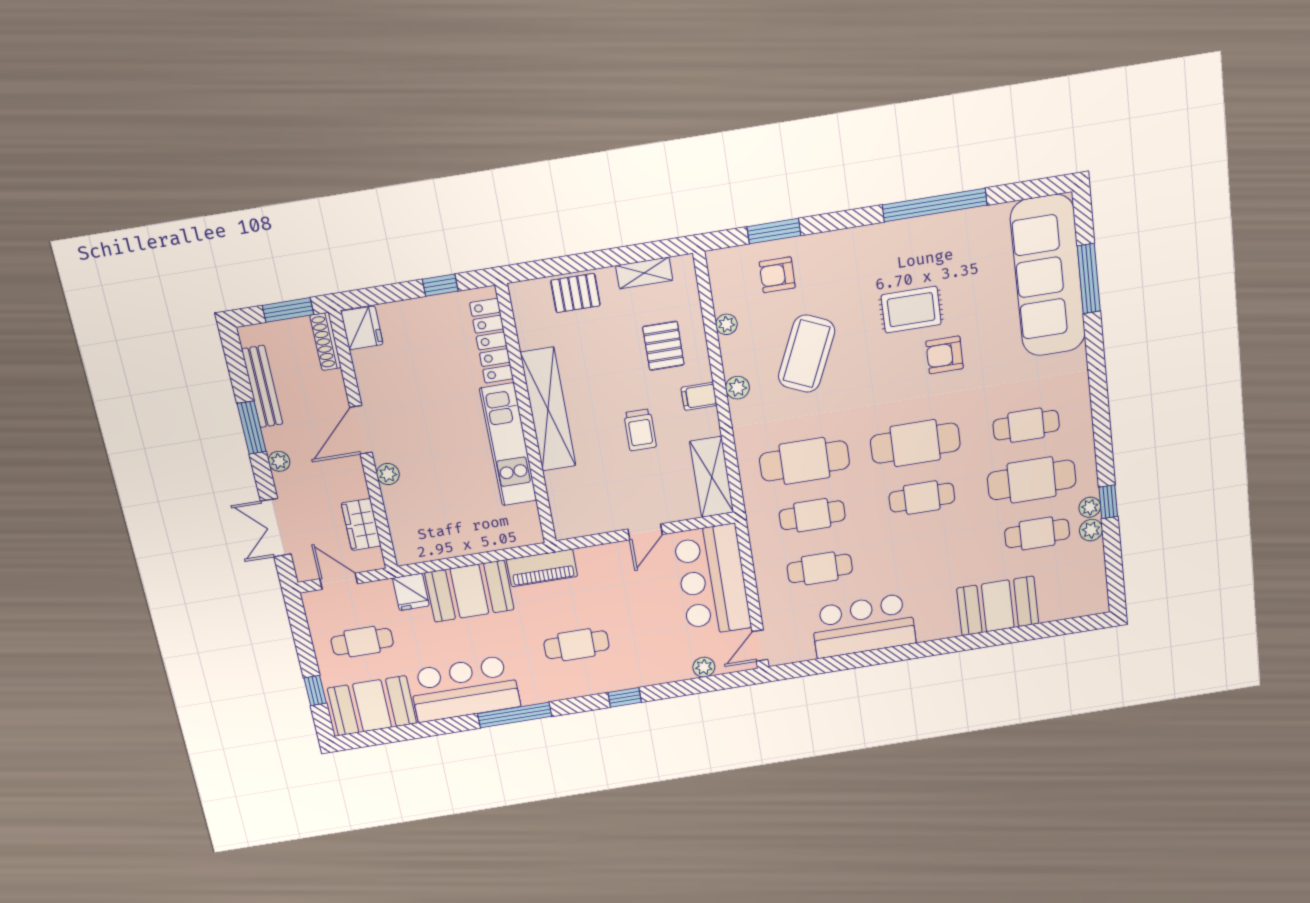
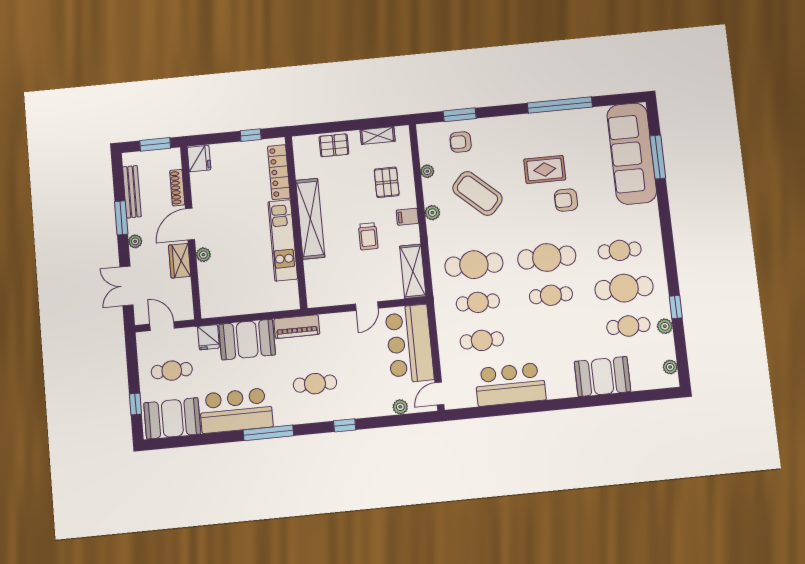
shoe rack: (326, 341) -> (177, 188), moved
coffee table: (807, 354) -> (477, 193), turned -72
plant: (1090, 507) -> (670, 367), moved
wardrobe: (361, 525) -> (180, 261), moved

